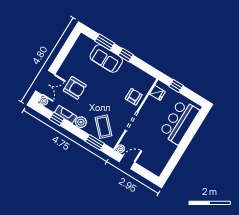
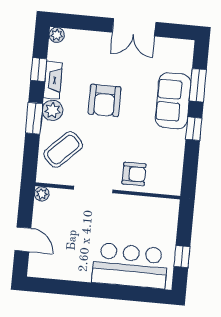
double door: (45, 83) -> (134, 27), moved
window: (176, 86) -> (182, 257), moved
armchair: (75, 88) -> (105, 100), moved
fridge: (157, 93) -> (159, 208), removed
window: (95, 142) -> (34, 118), moved
door: (127, 162) -> (23, 239), moved

